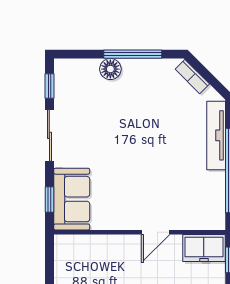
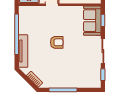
floor lamp: (110, 69) -> (74, 83), removed
armchair: (146, 154) -> (57, 42), added

